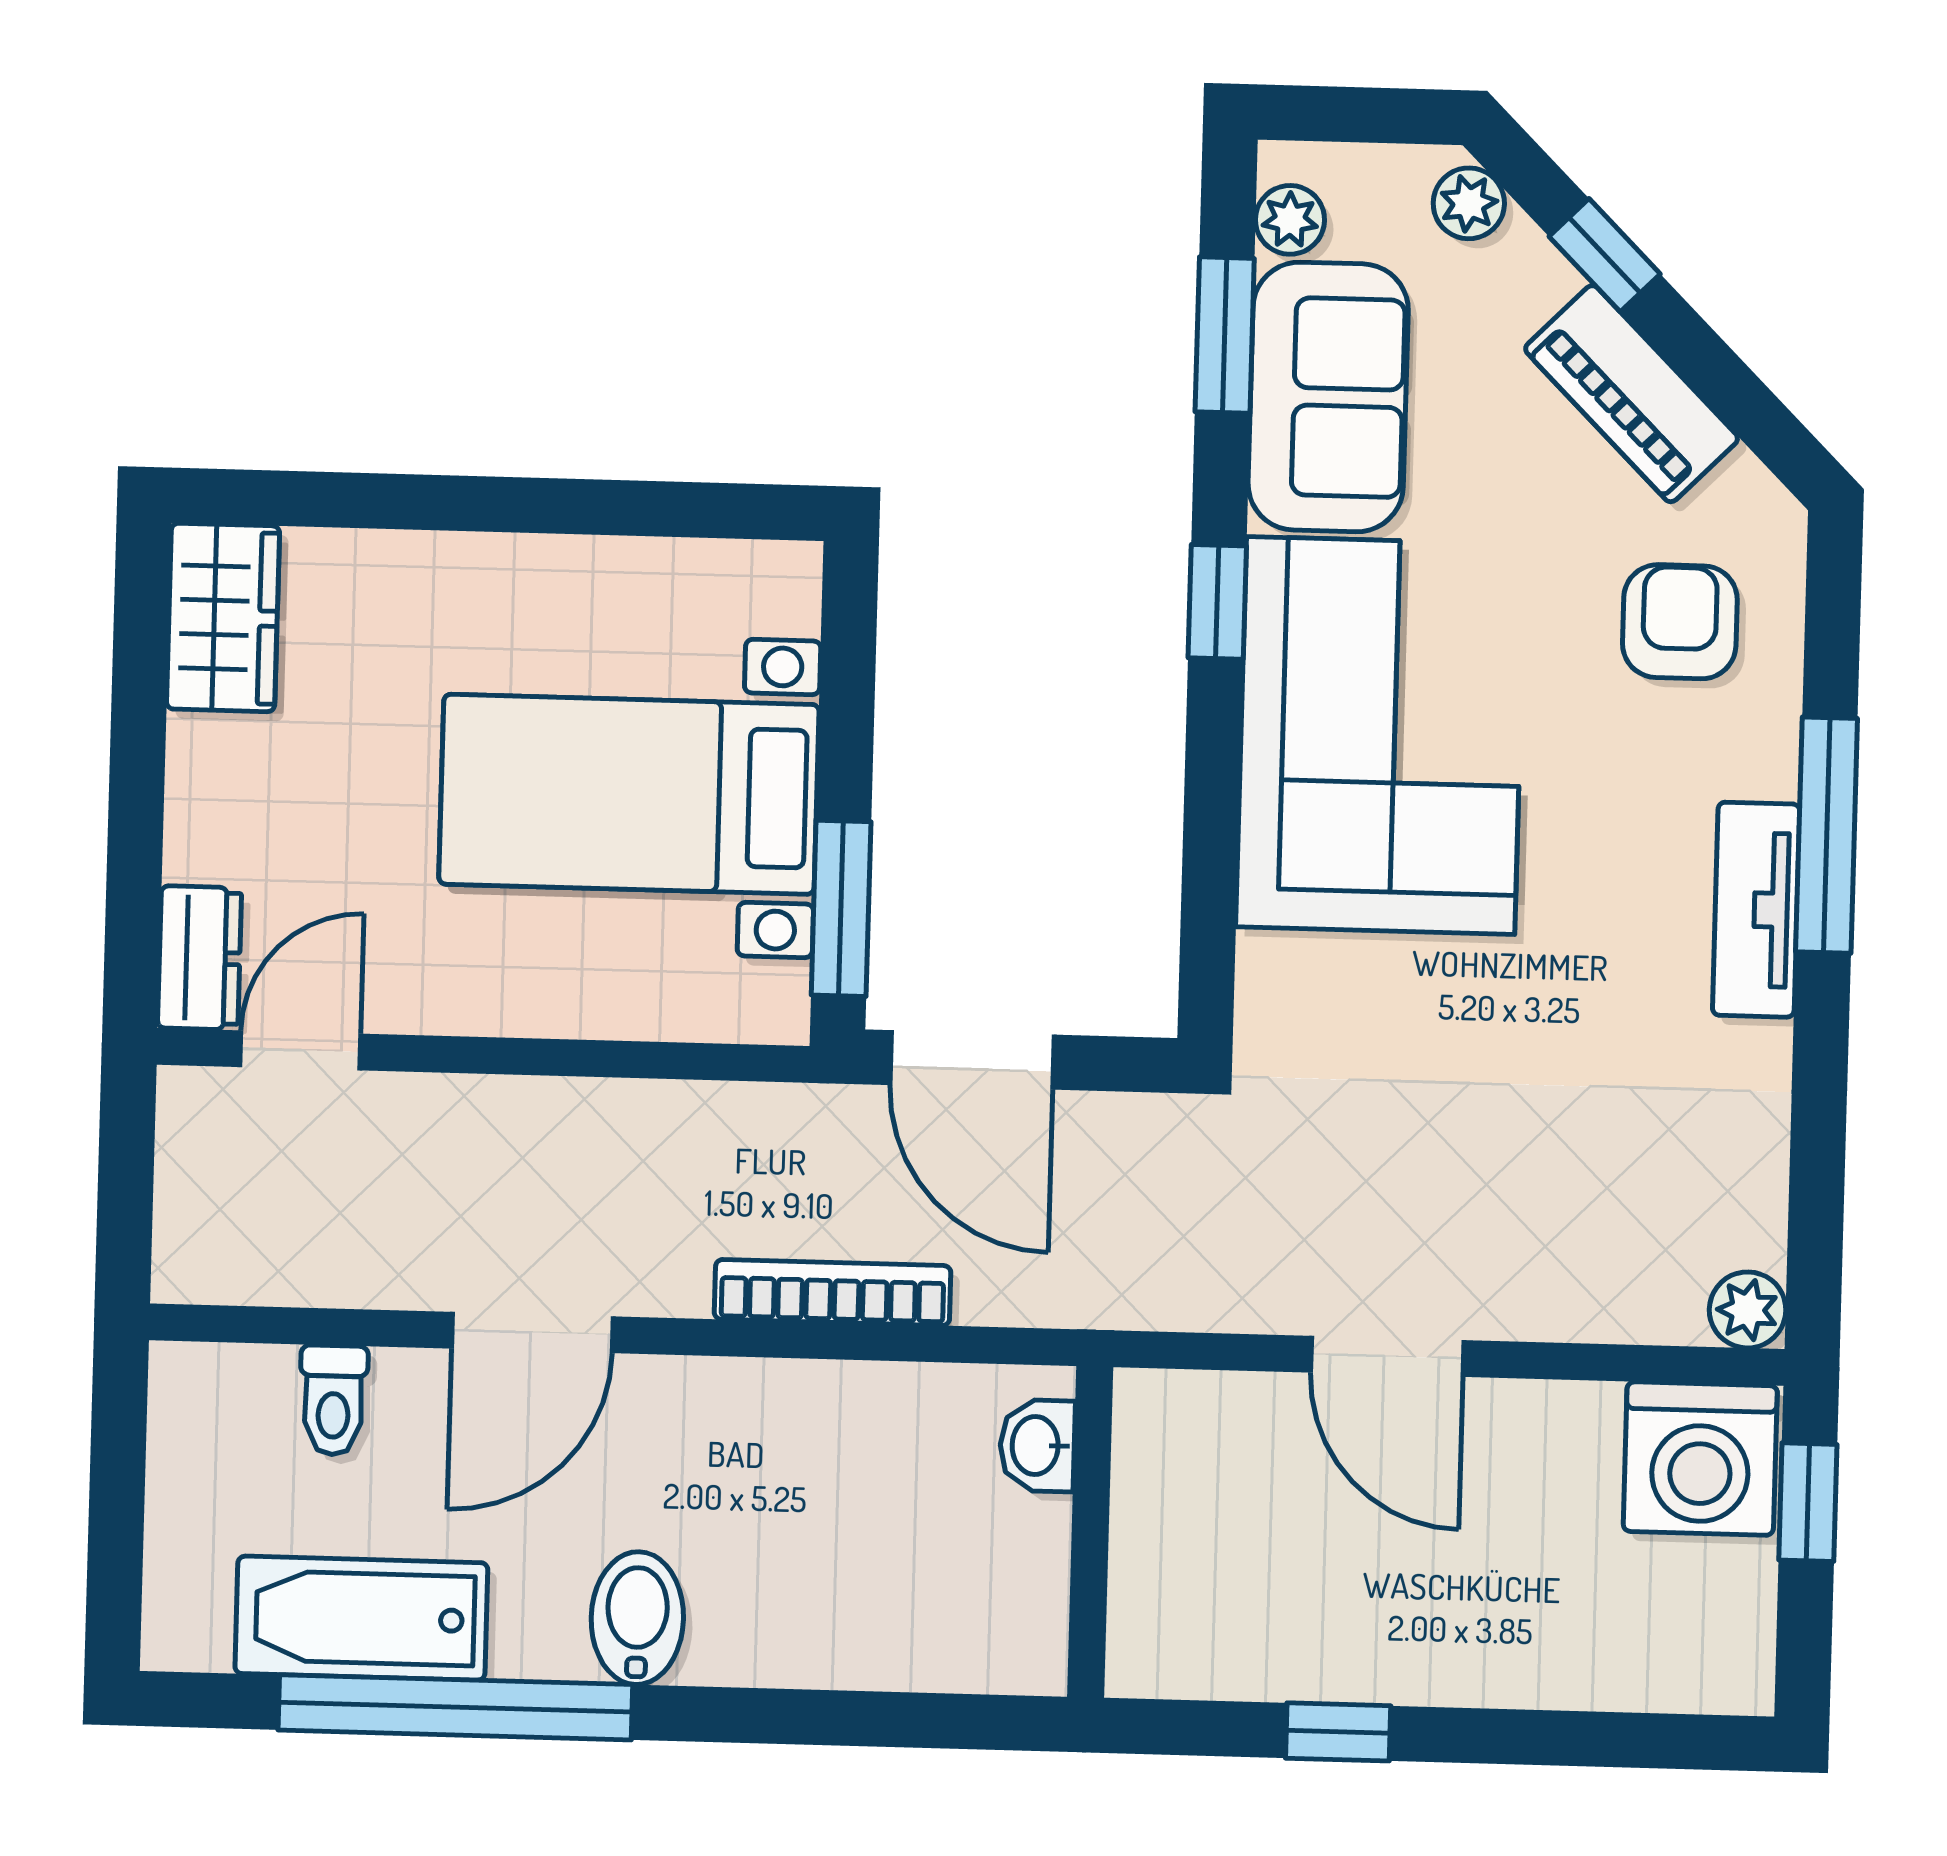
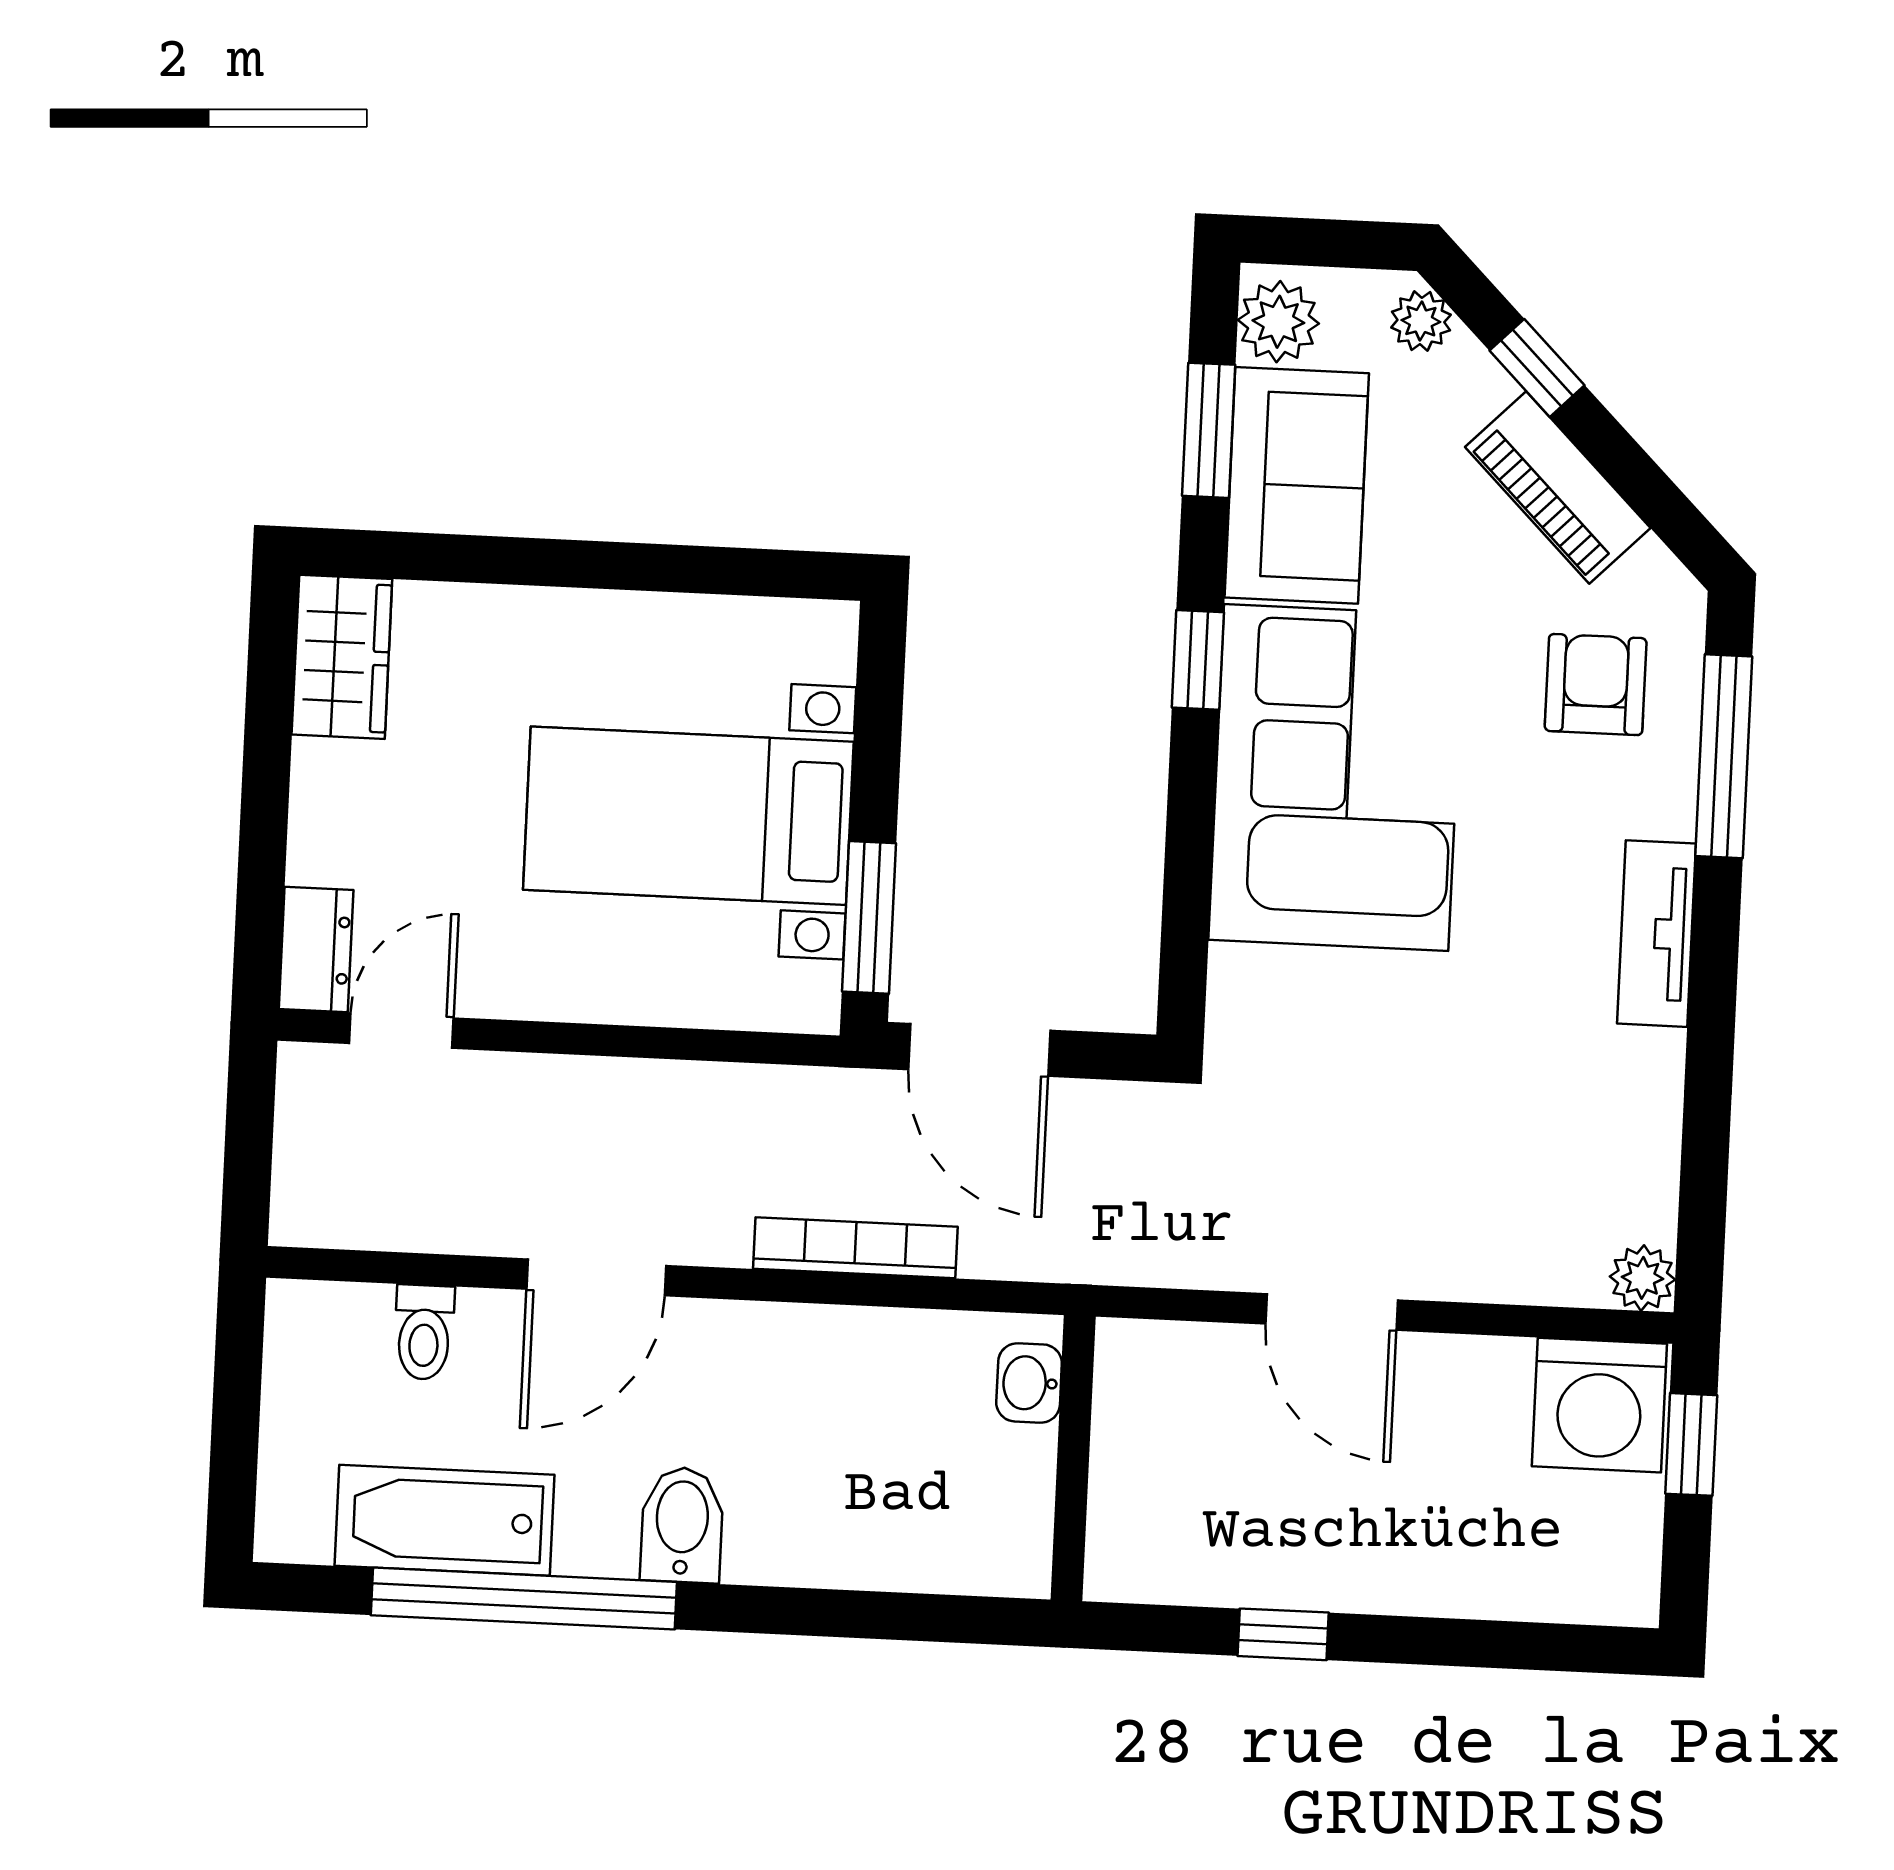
plant: (1290, 220) -> (1278, 322), width x1.38, depth x1.38
window: (1827, 835) -> (1724, 756), moved

